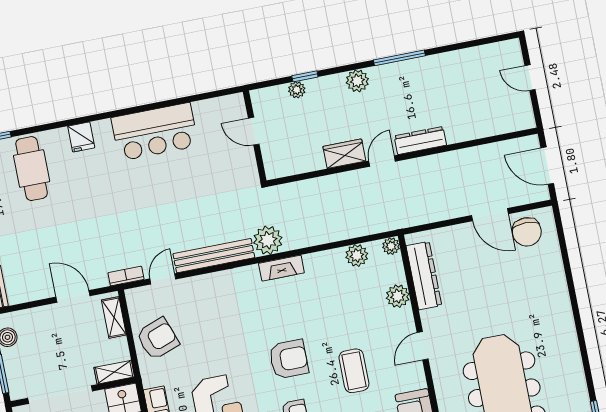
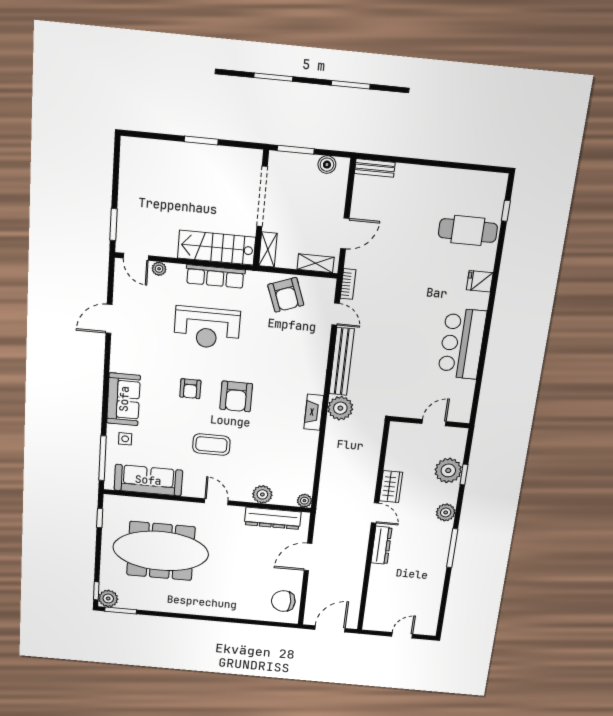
plant: (297, 90) -> (448, 470), width x1.87, depth x1.87
door: (490, 215) -> (308, 557), moved
plant: (357, 255) -> (305, 473), removed

